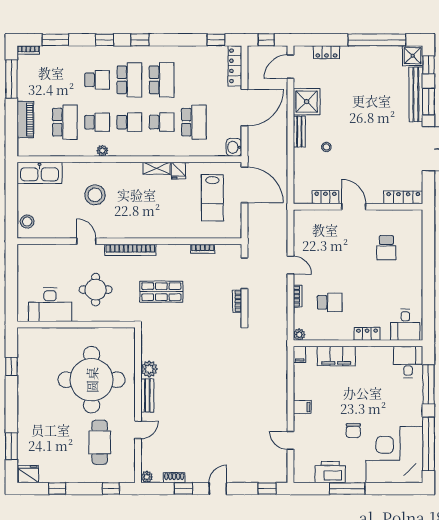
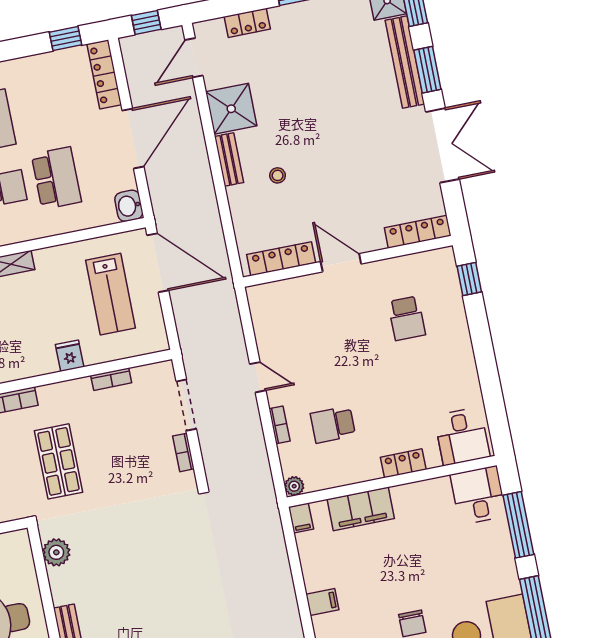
fridge: (178, 171) -> (70, 356), moved, turned 180
locker: (325, 197) -> (281, 259), width x1.53
window: (428, 232) -> (469, 279), added
shop shelf: (161, 292) -> (58, 461), turned 90
school desk: (330, 302) -> (333, 425), turned 180
plant: (149, 369) -> (56, 552), moved

